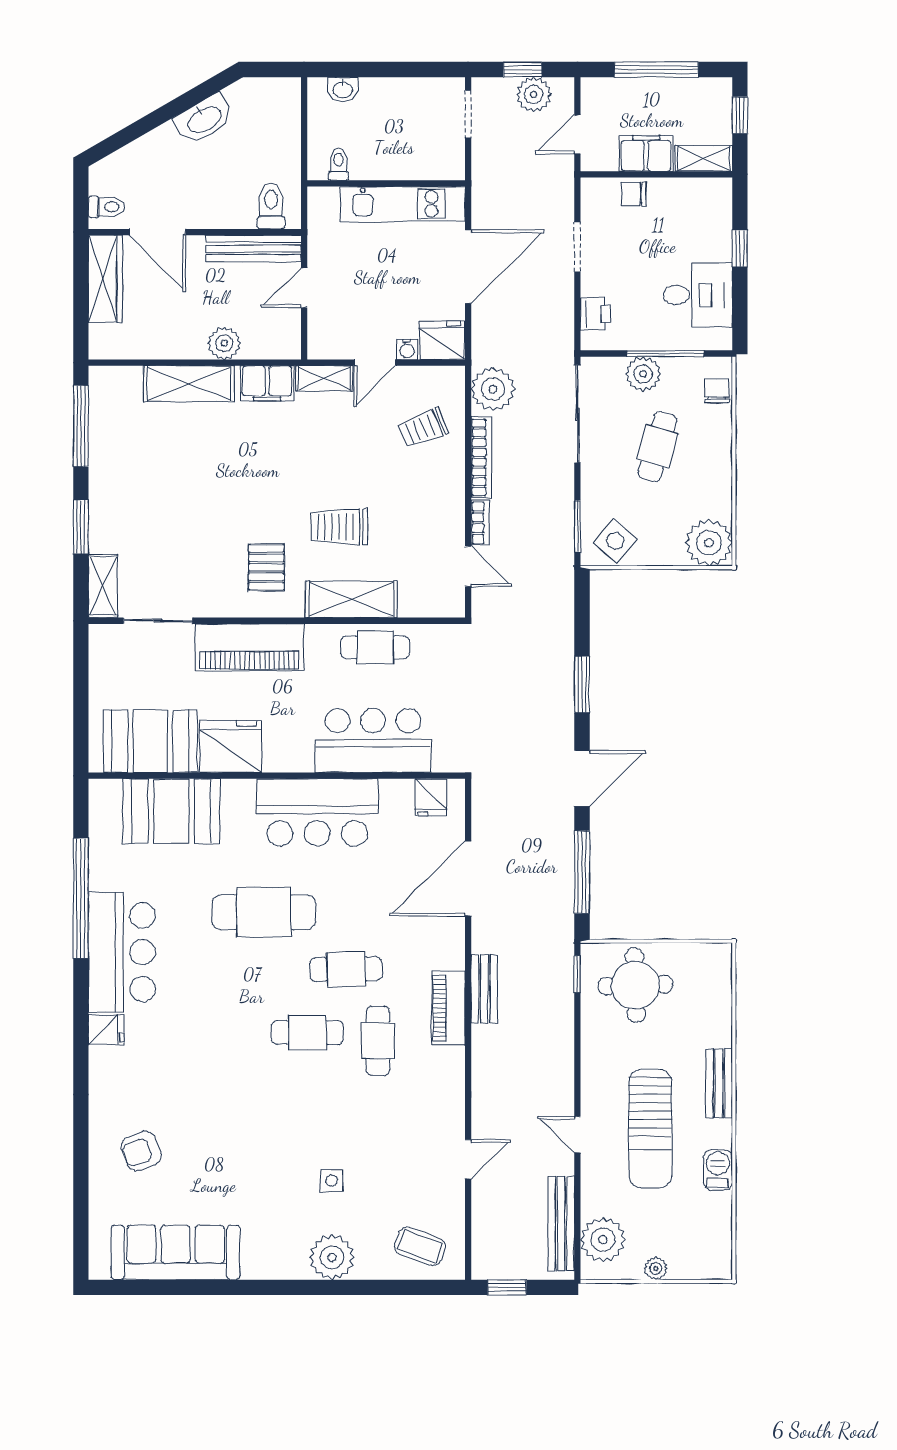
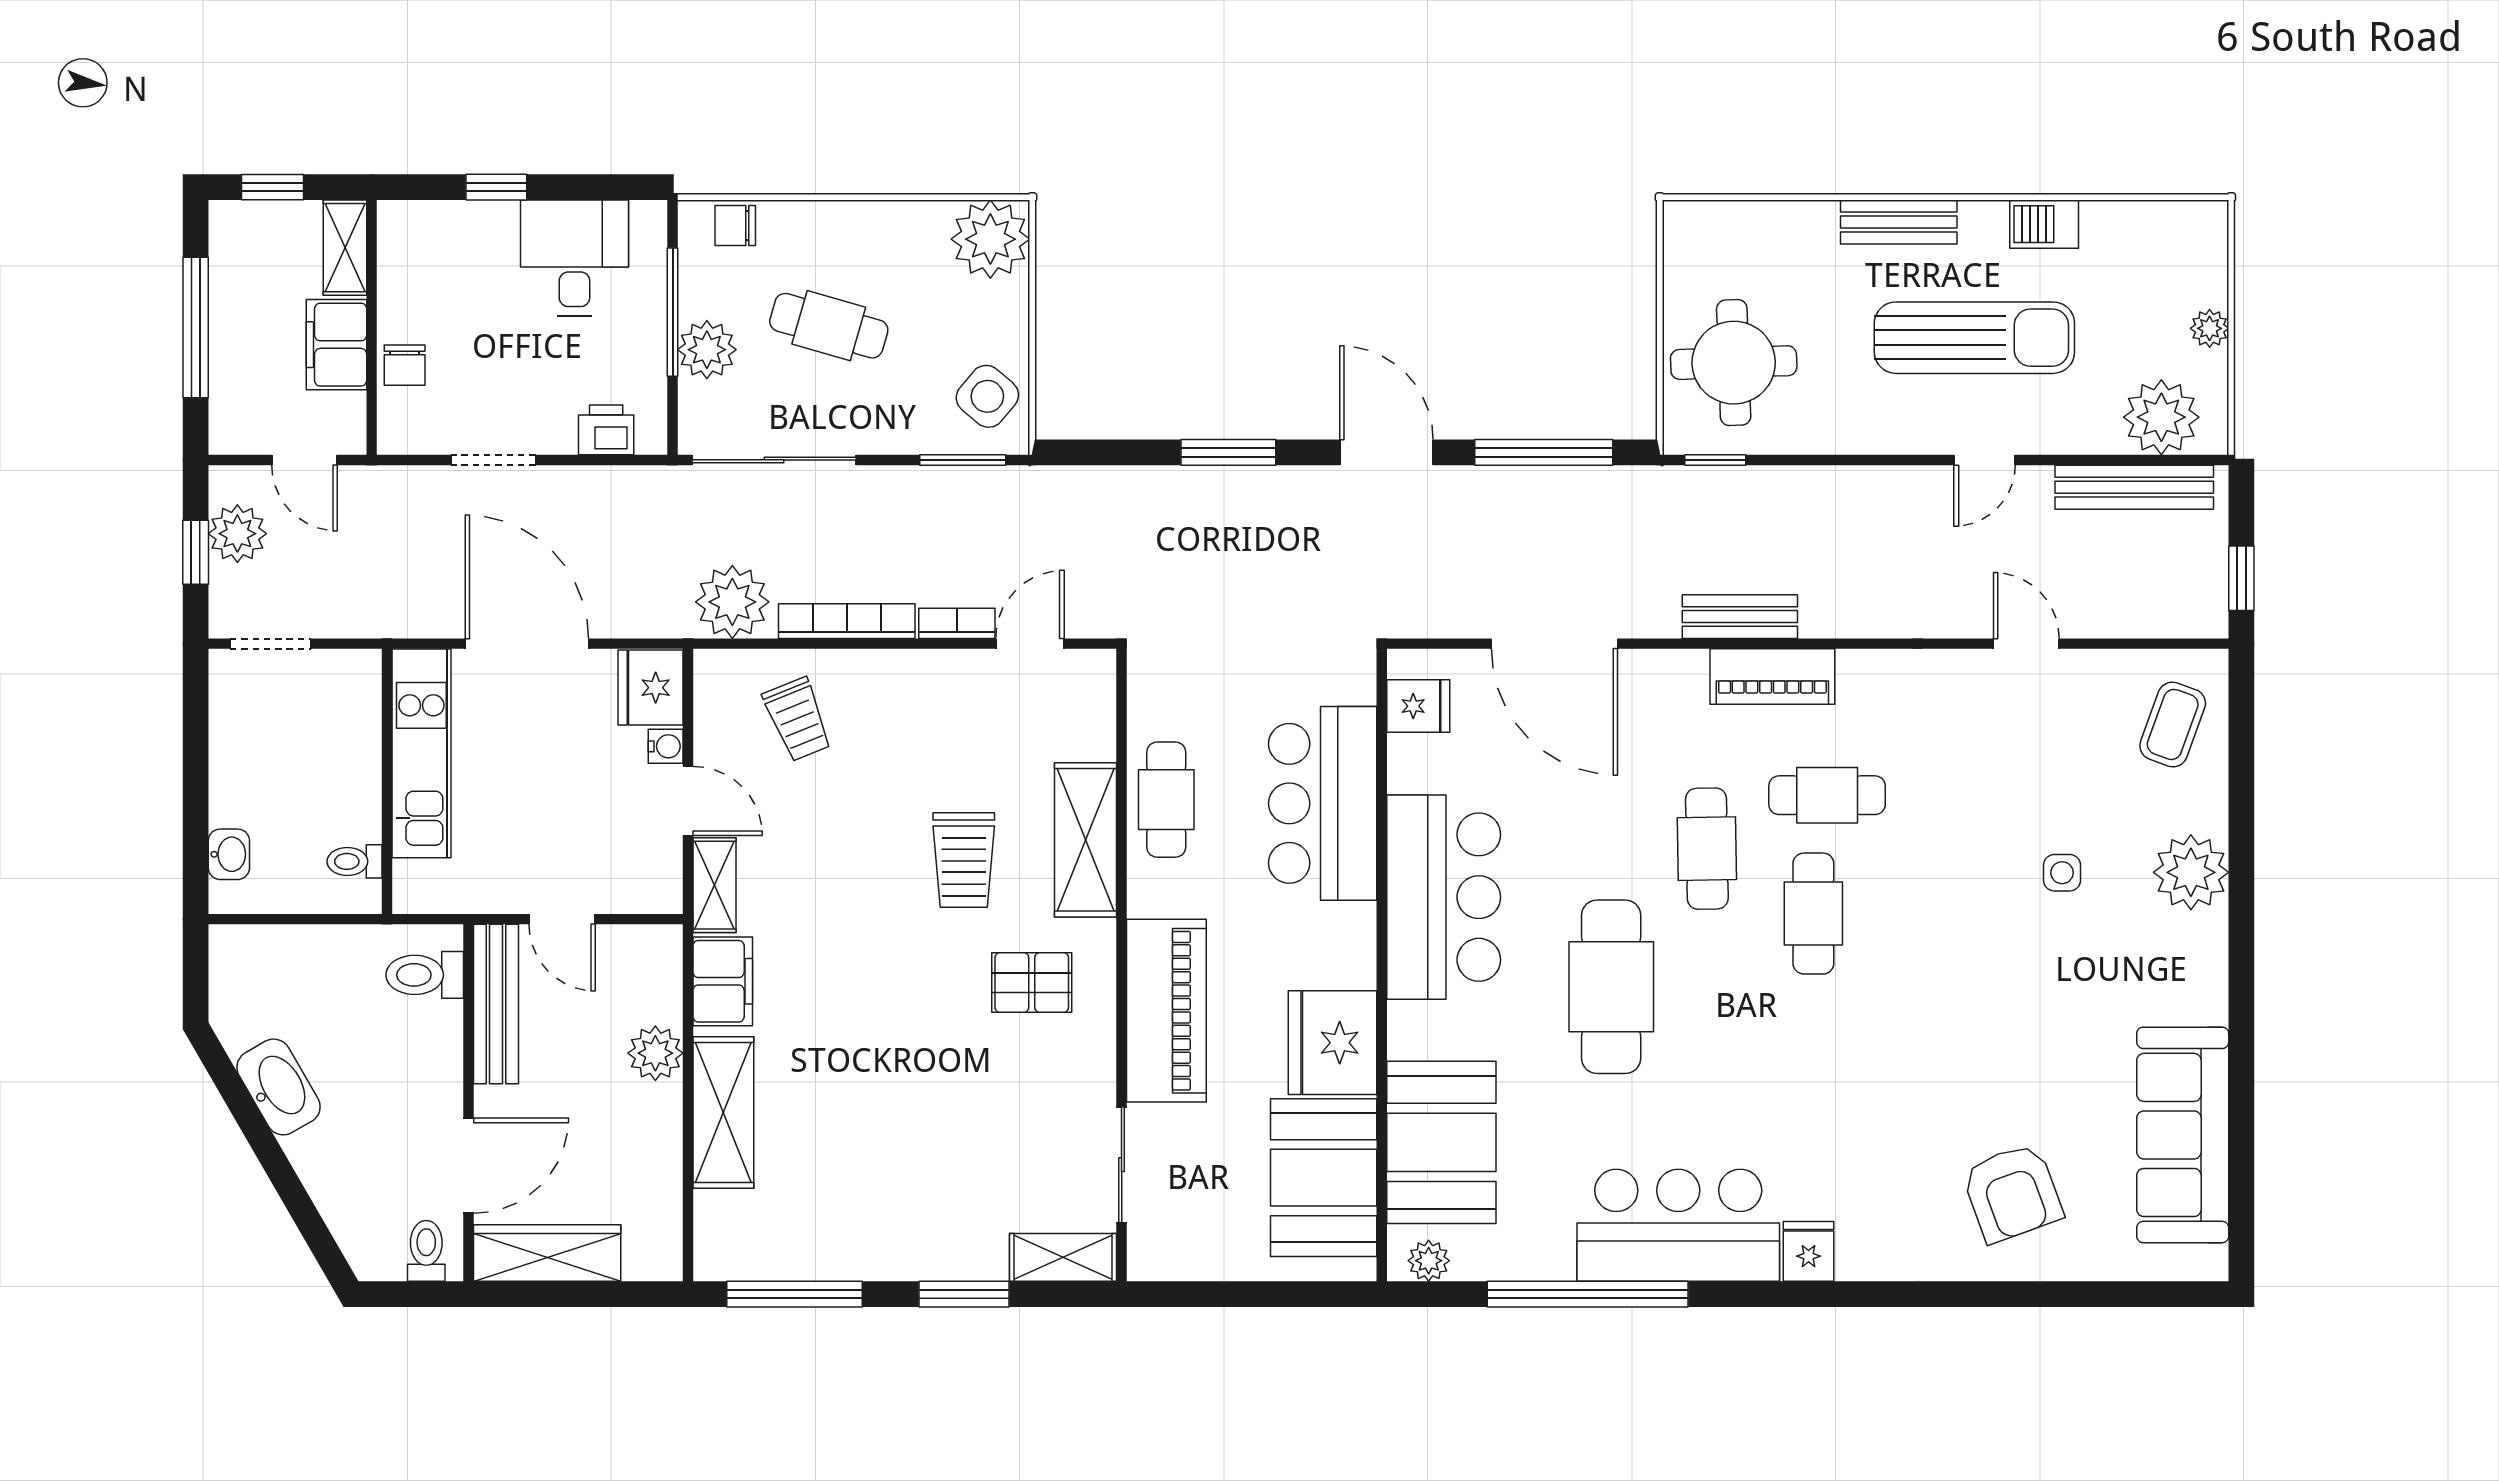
plant: (101, 804) -> (1429, 1261), added
armchair: (141, 1151) -> (2012, 1193), width x1.38, depth x1.38

